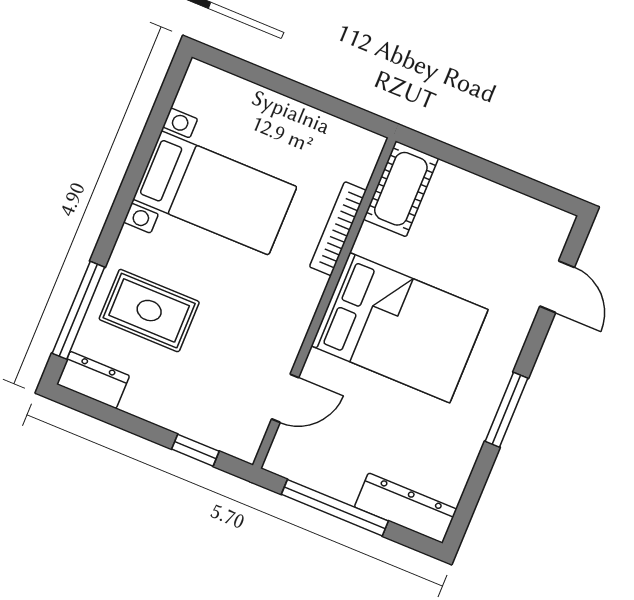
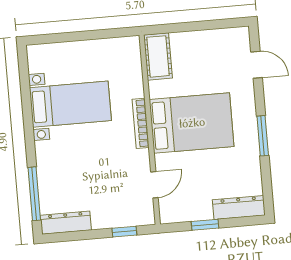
bookcase: (338, 229) -> (141, 123), moved
rug: (149, 311) -> (68, 176), removed
dresser: (93, 380) -> (66, 223), width x1.44
window: (335, 508) -> (205, 225), width x0.46

